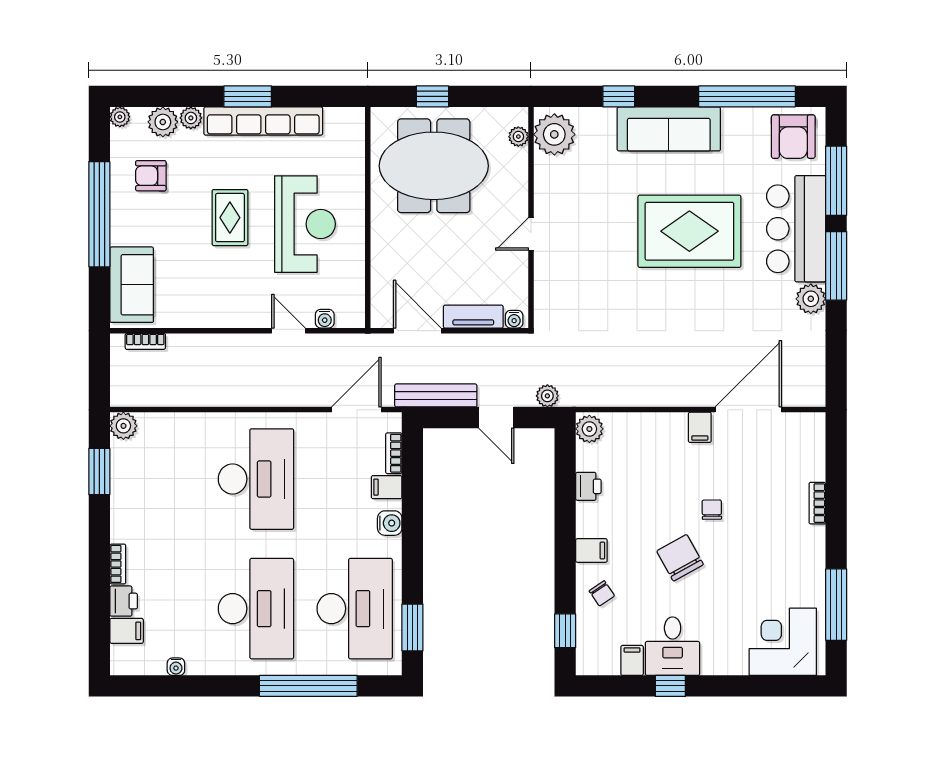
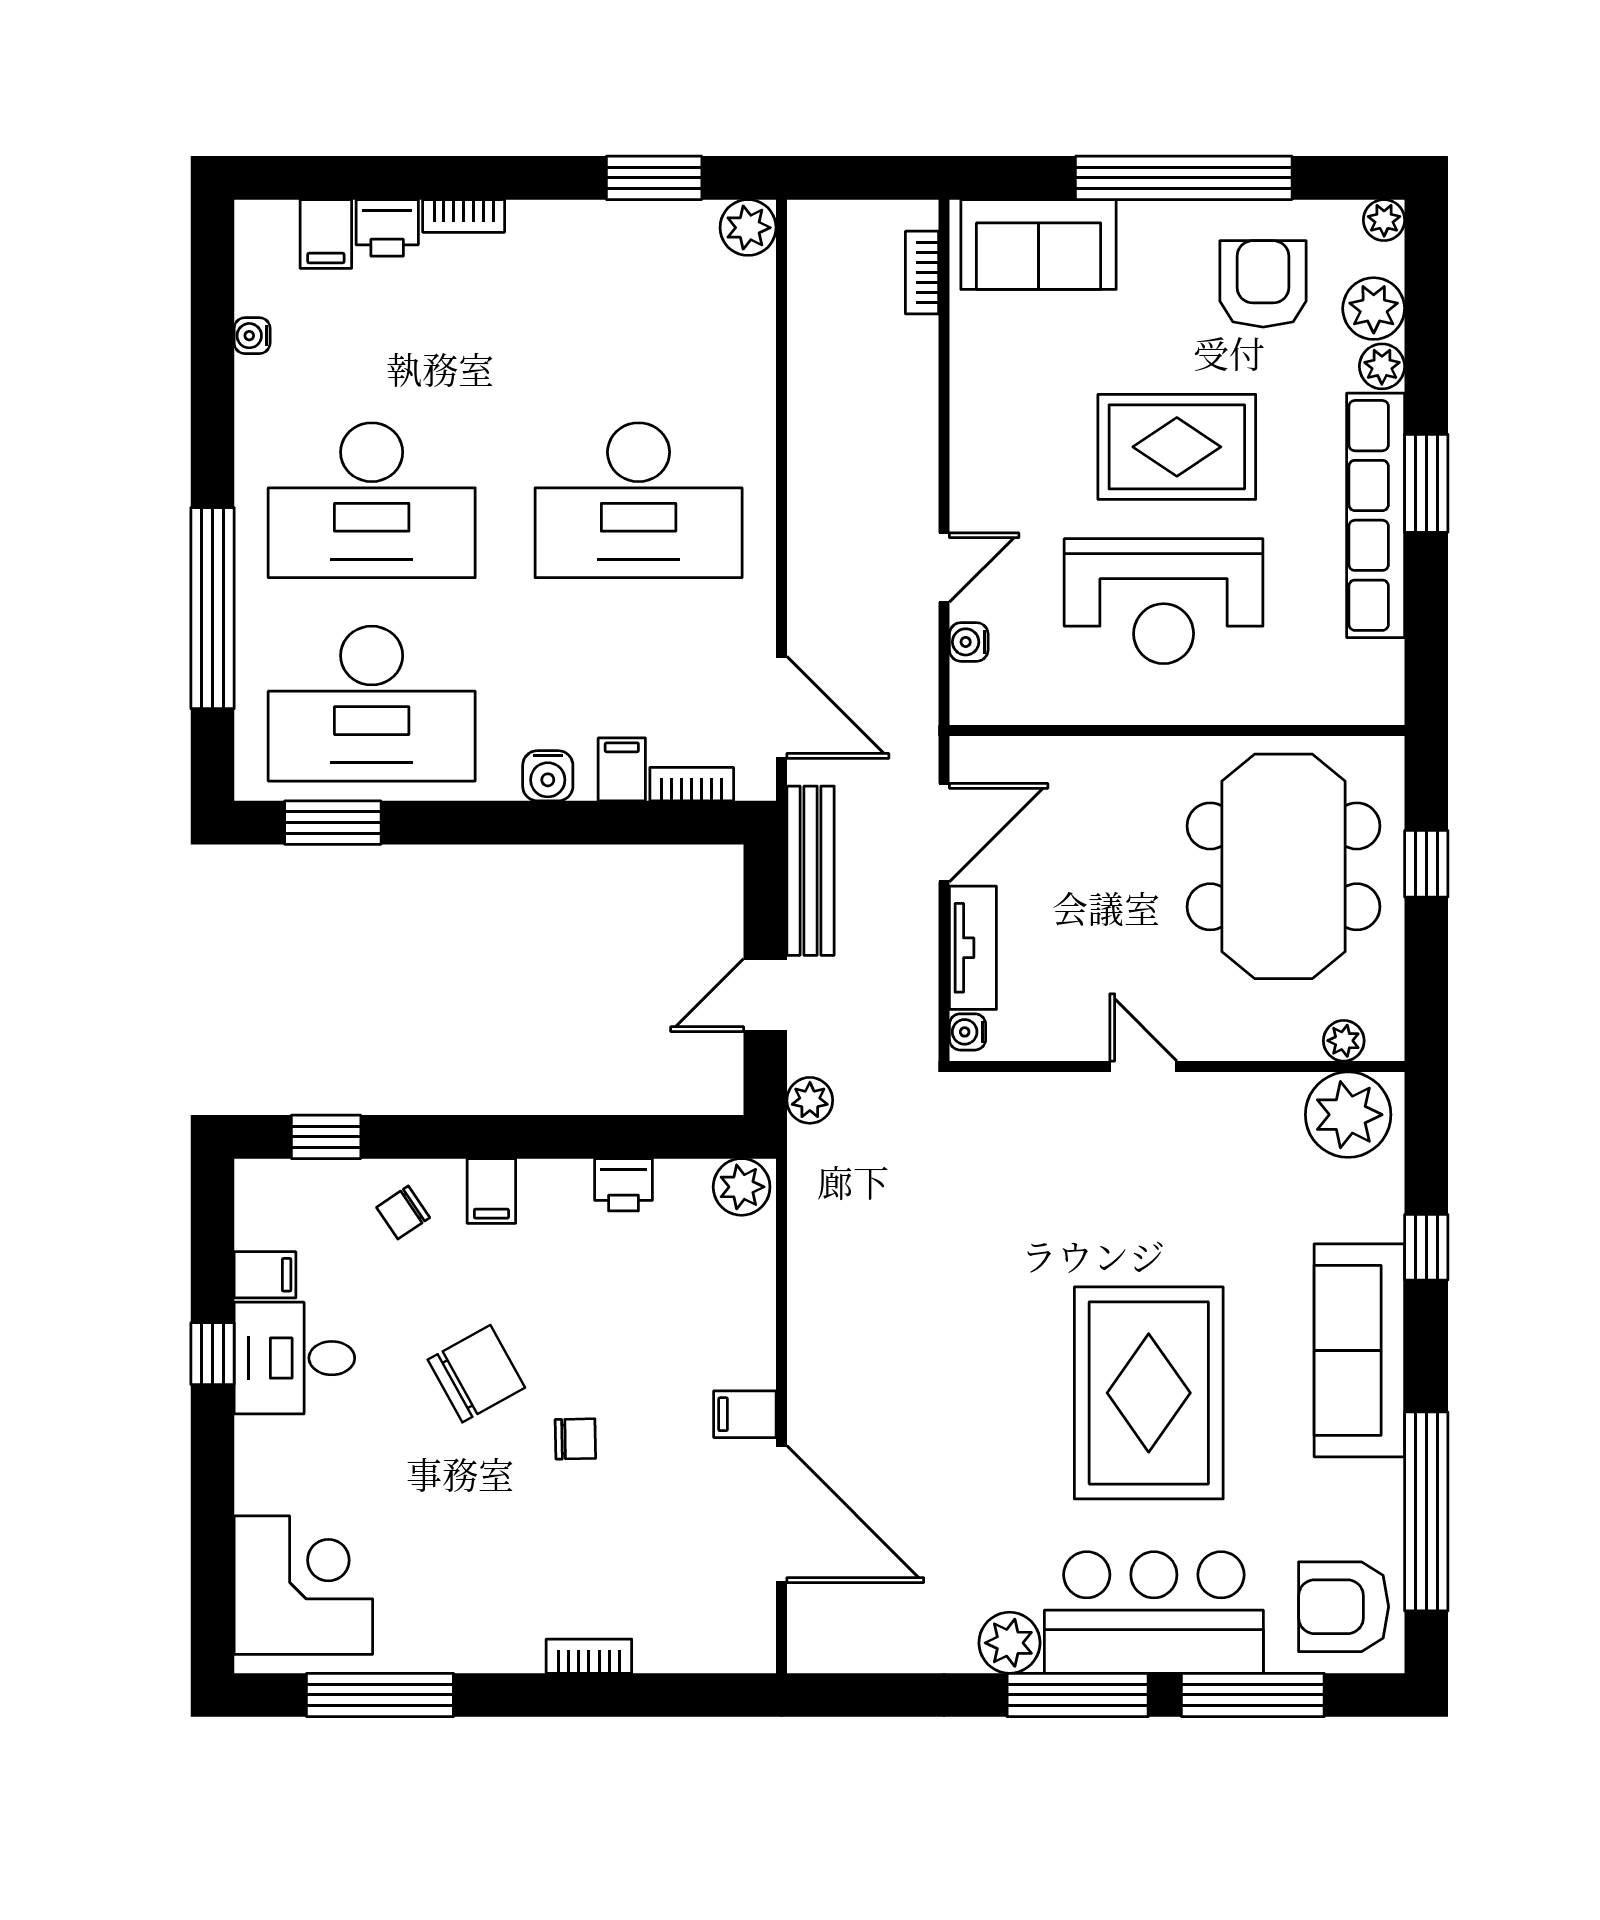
armchair: (151, 176) -> (1263, 284), width x1.38, depth x1.38
rug: (230, 218) -> (1177, 447), width x1.36, depth x1.43

